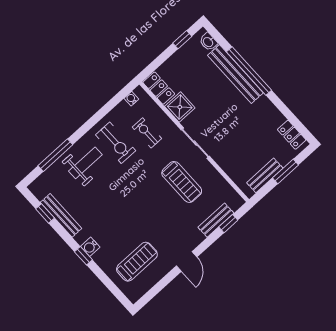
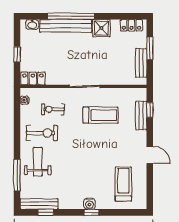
window: (182, 40) -> (17, 54), moved
shower: (180, 107) -> (101, 28), moved
bench: (61, 215) -> (39, 204), moved

